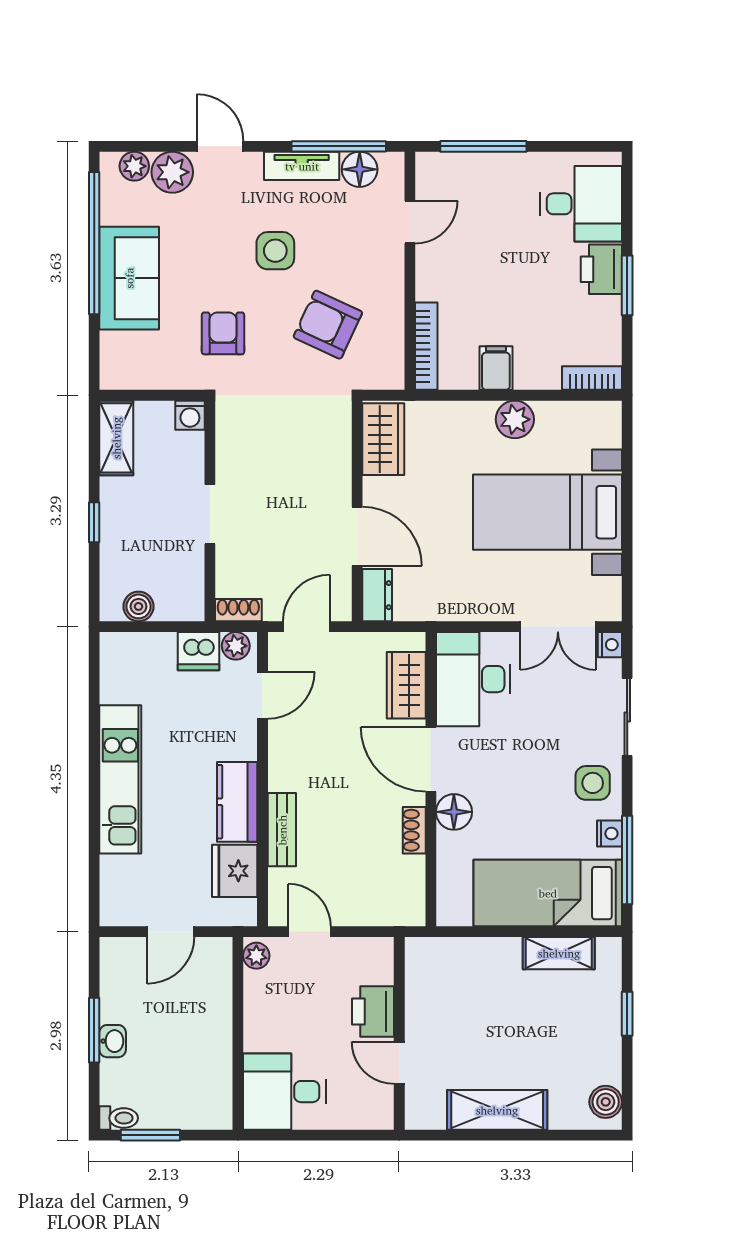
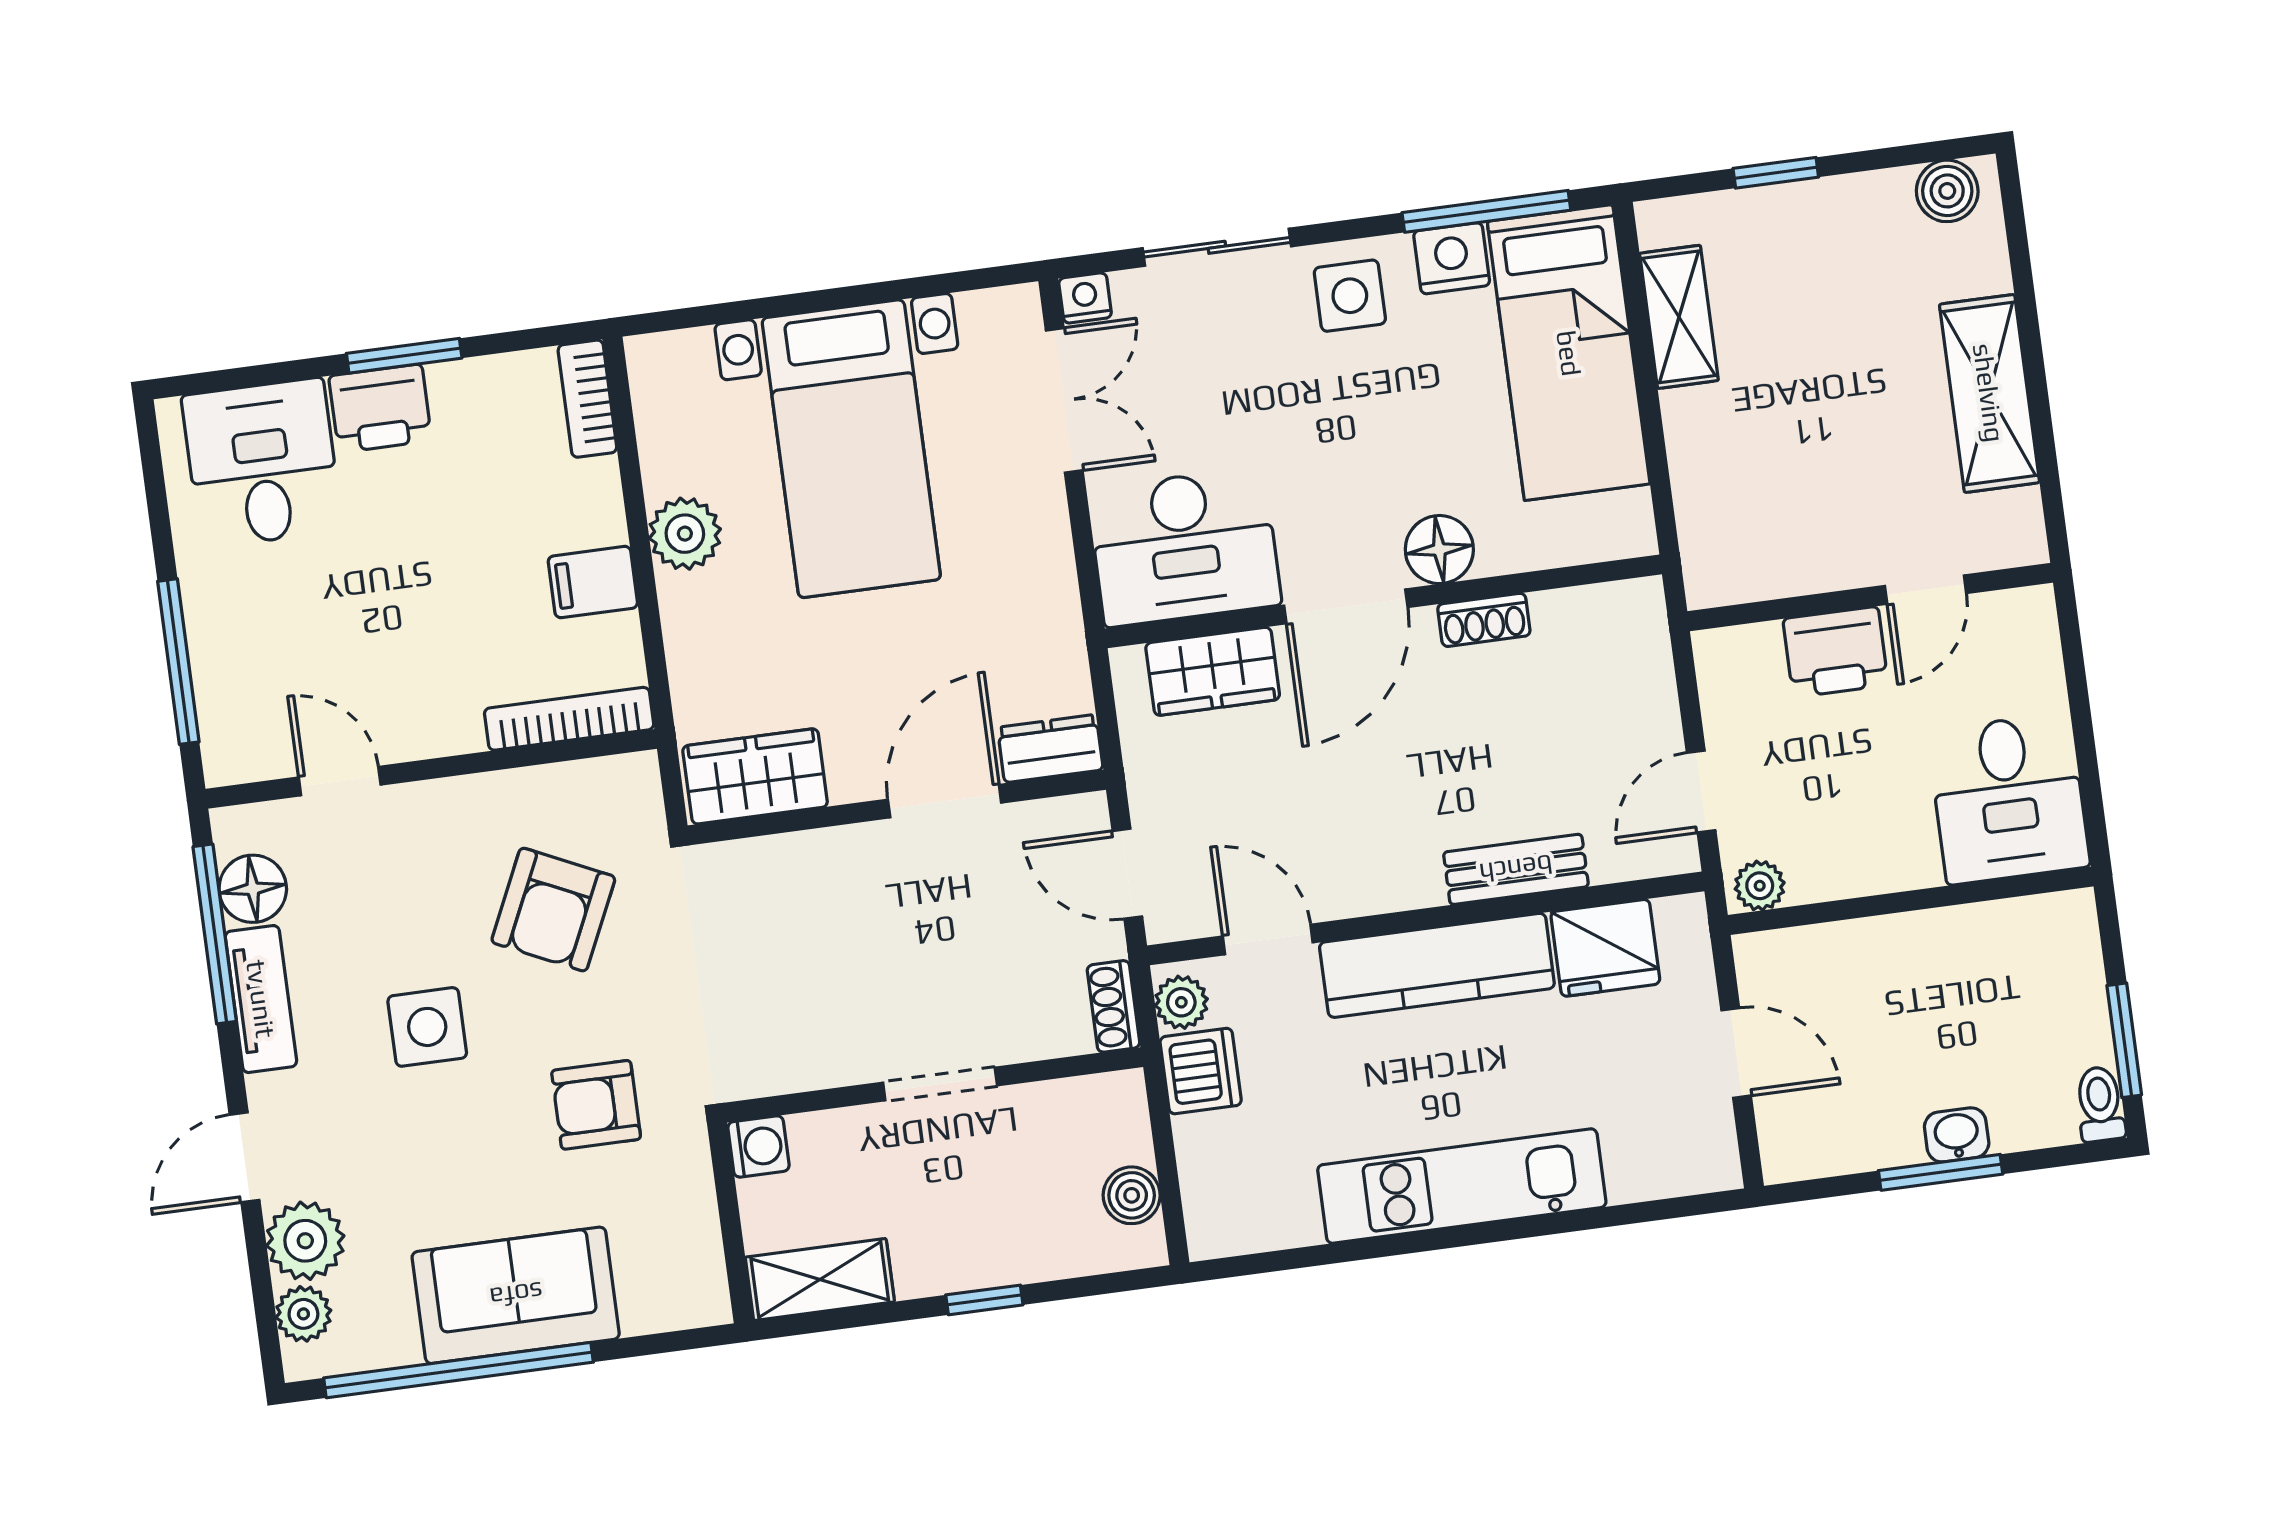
kitchen counter: (237, 802) -> (1437, 965), width x1.50
nightstand: (609, 834) -> (1452, 258), width x1.39, depth x1.35

